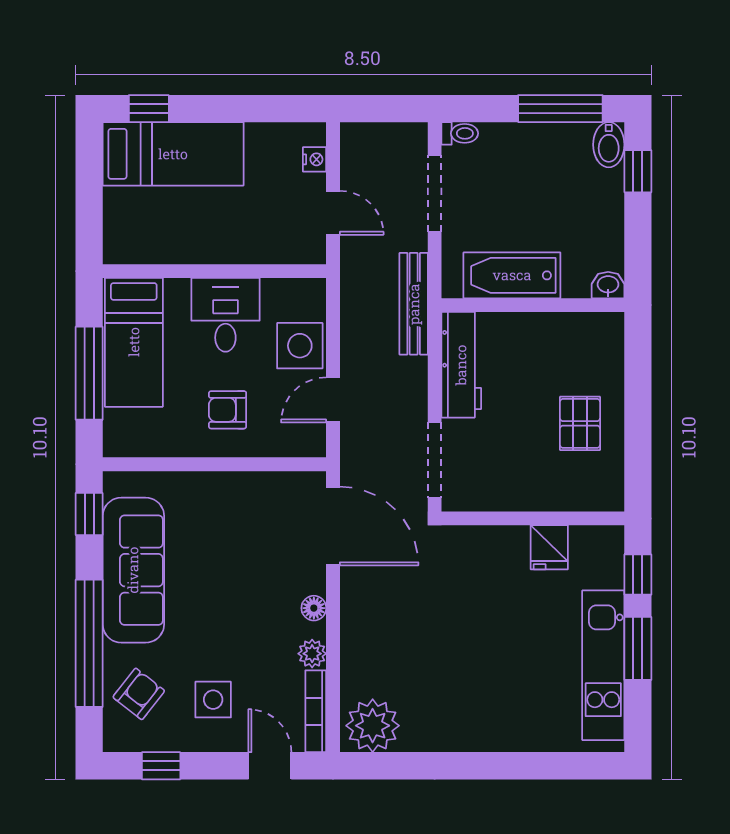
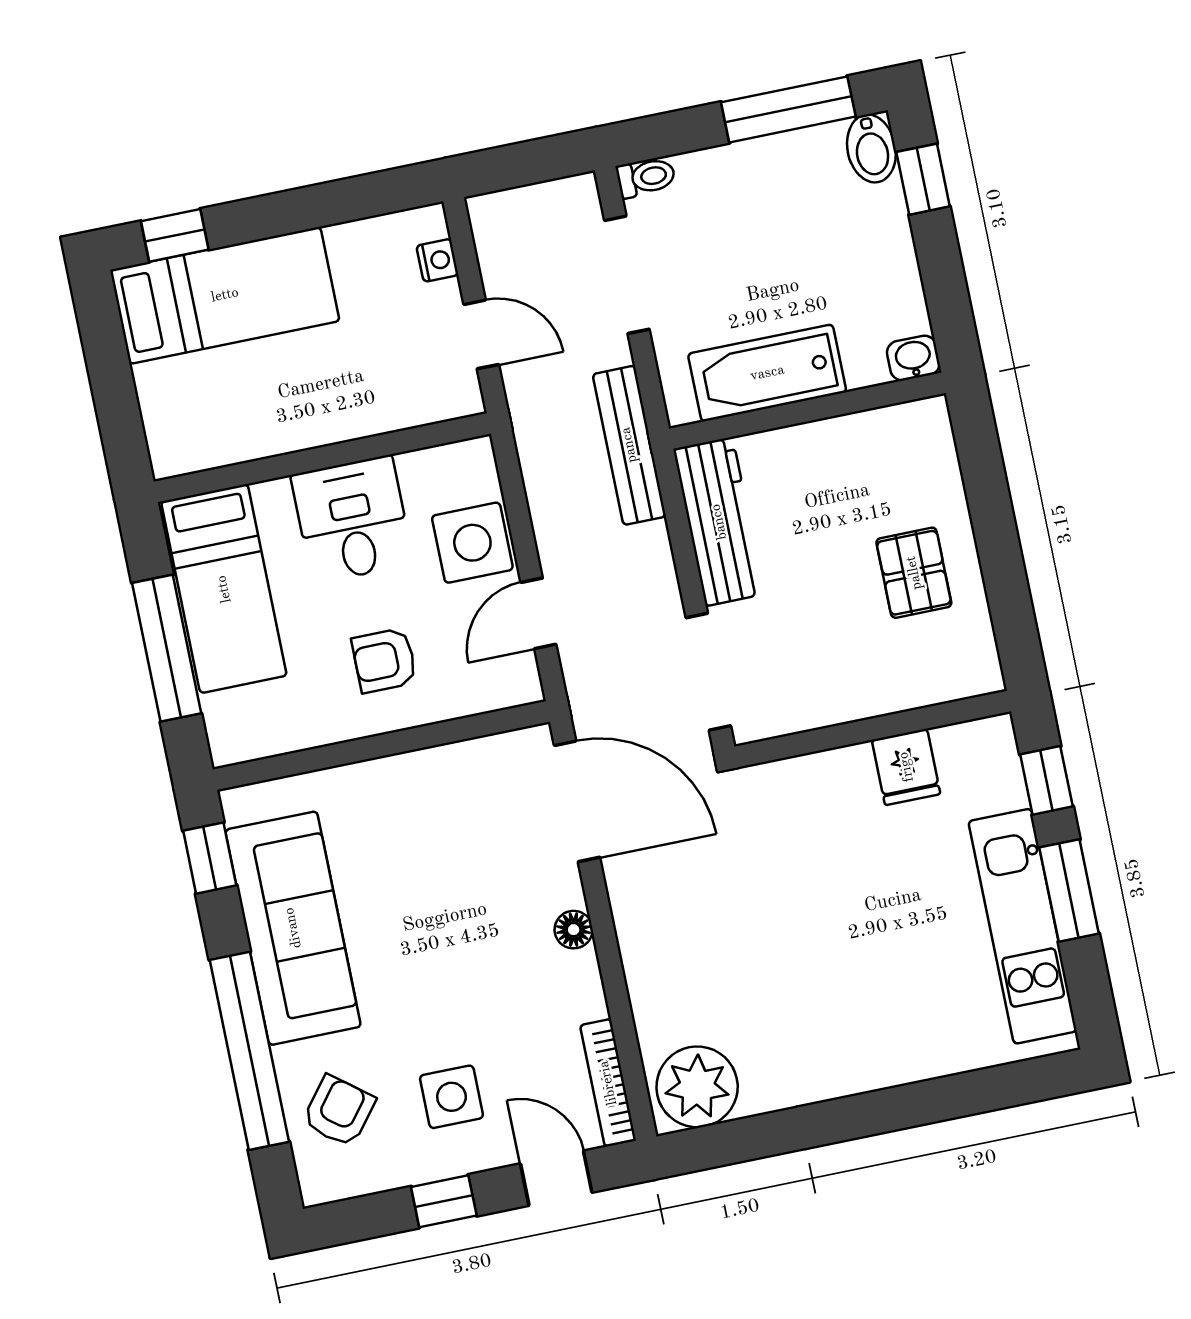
plant: (312, 654) -> (585, 998), removed
window: (161, 766) -> (444, 1201), moved

